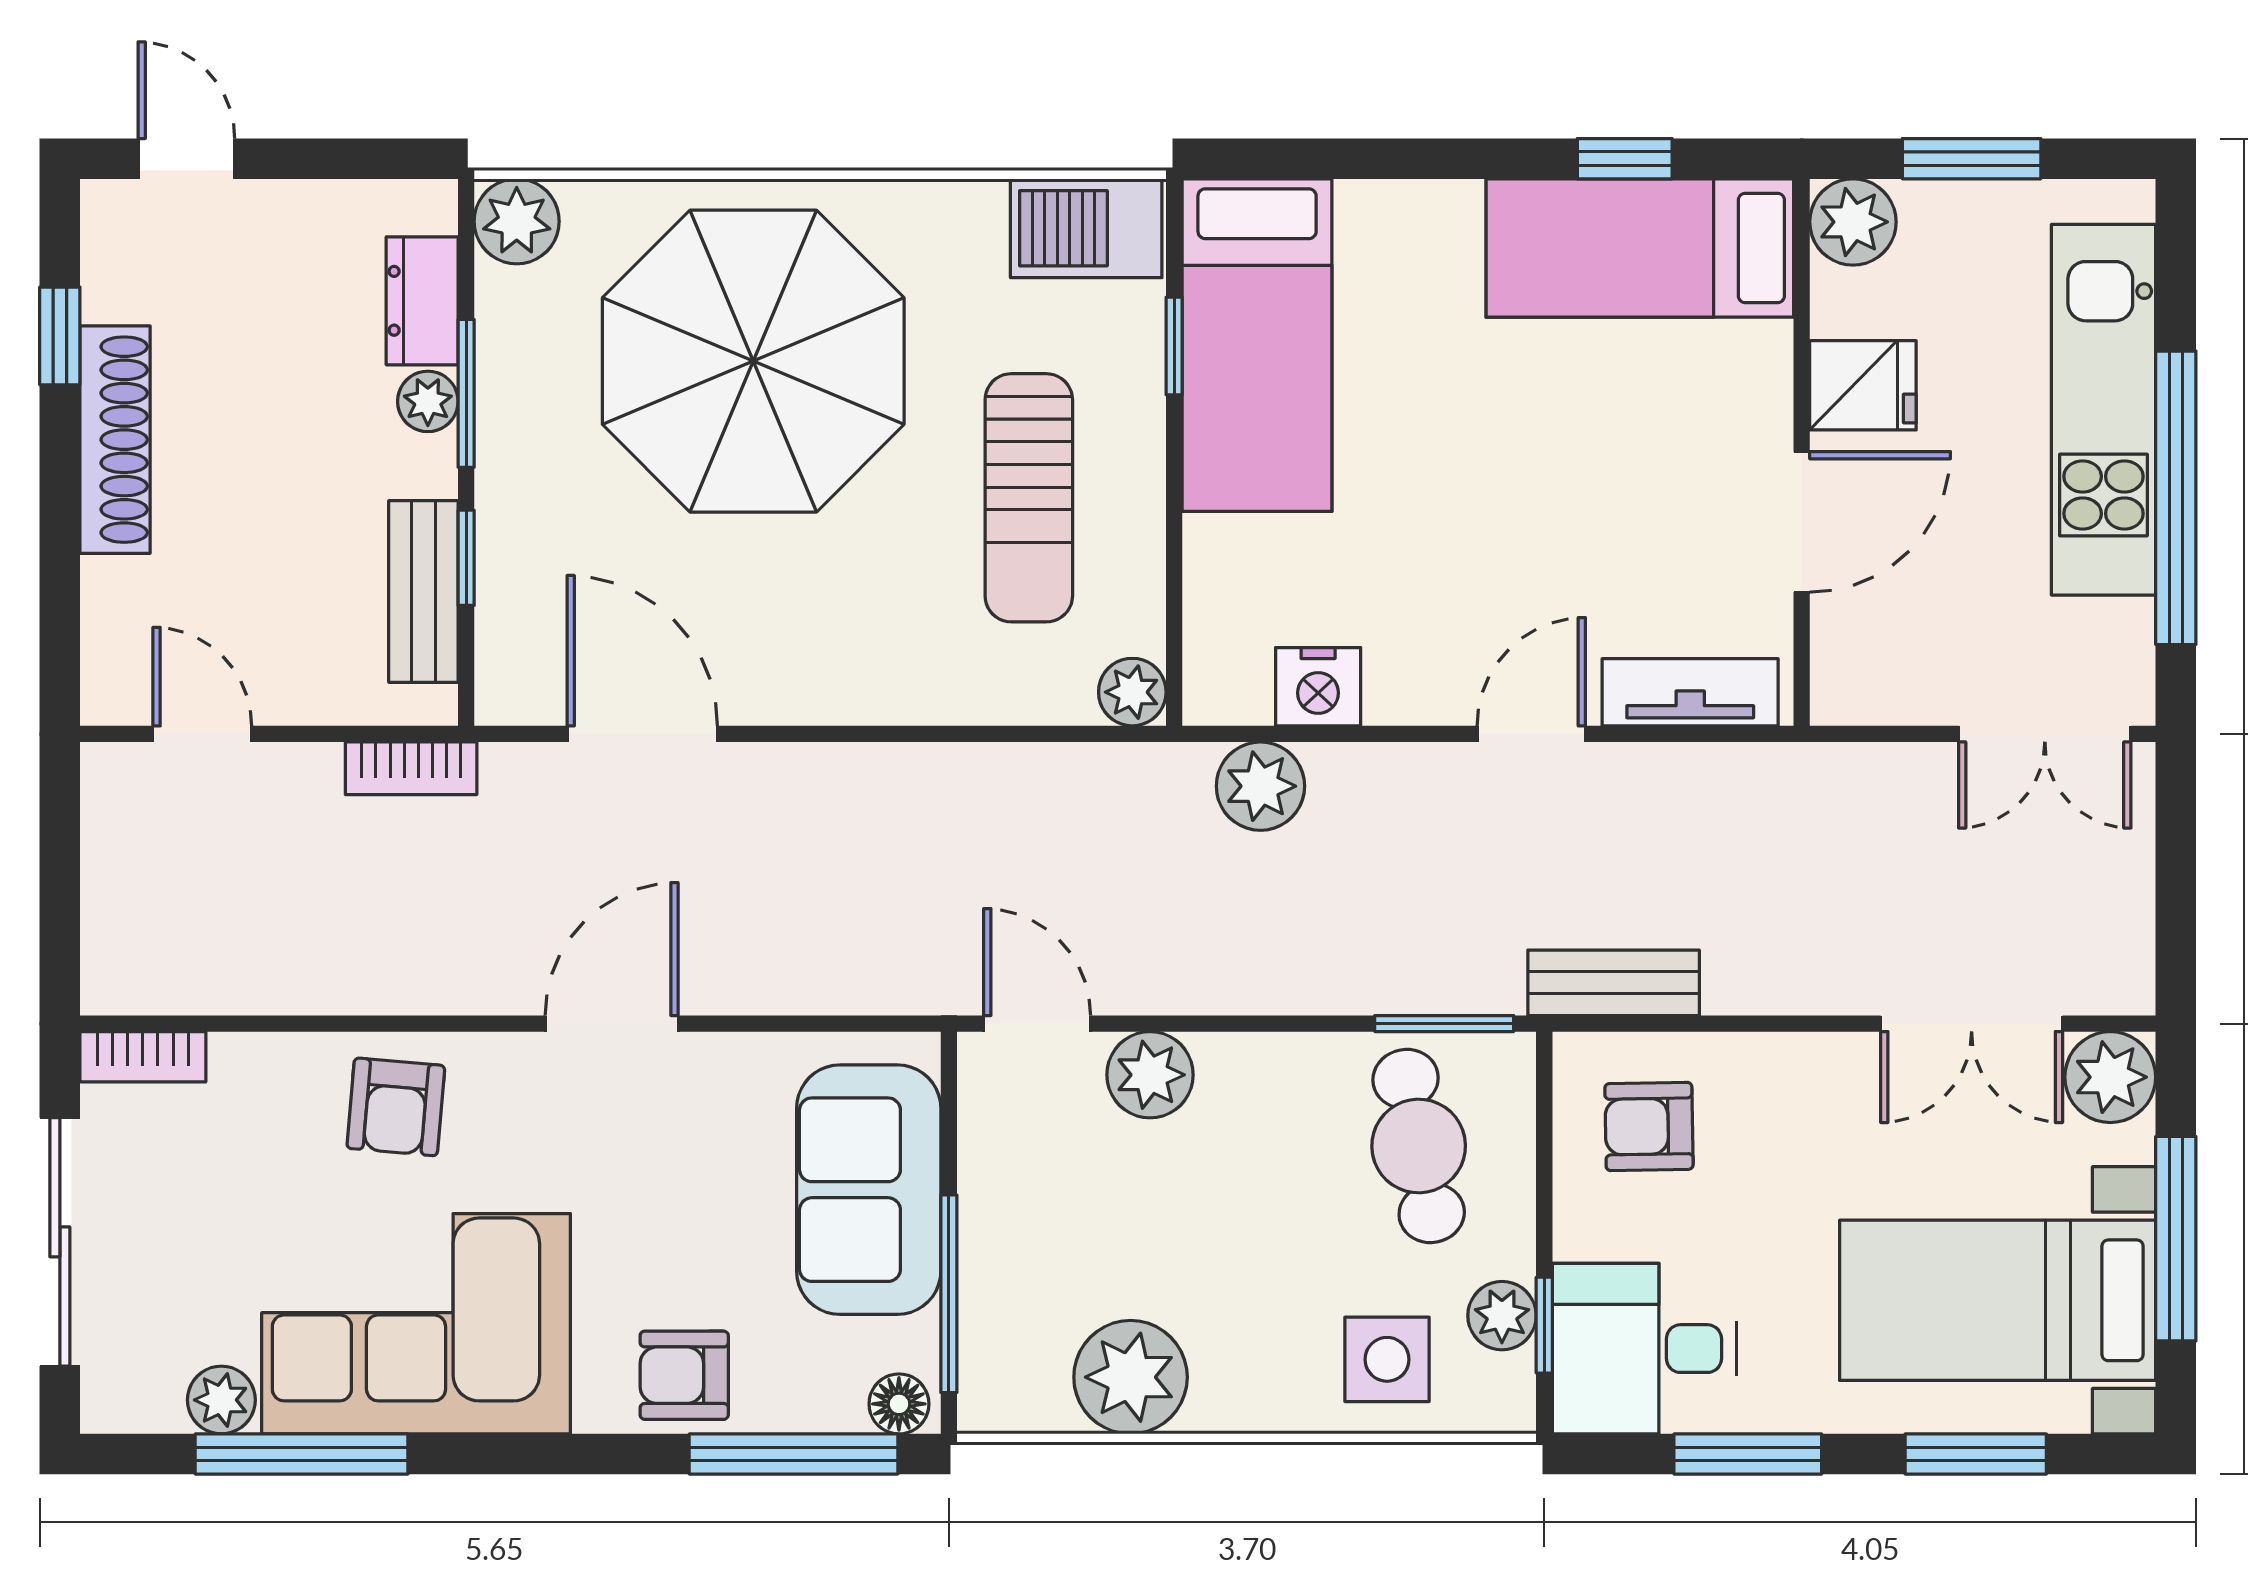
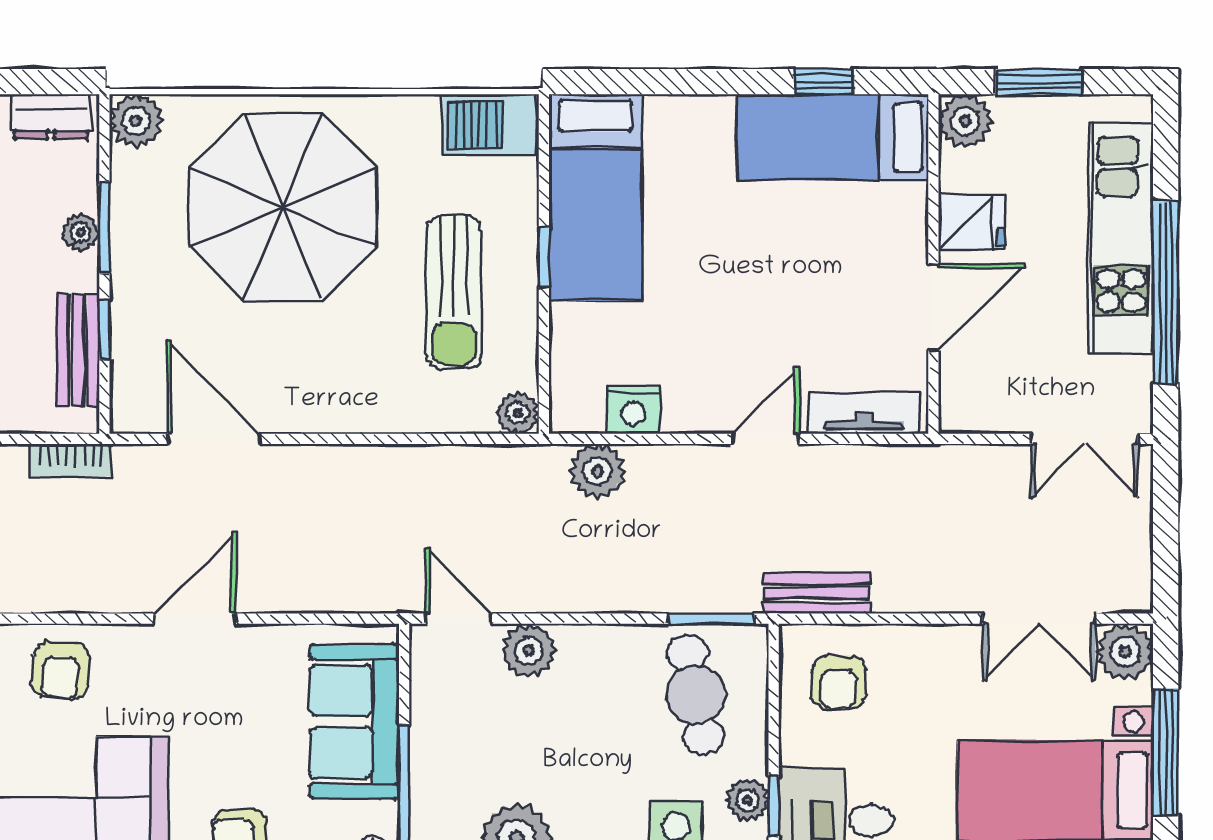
dresser: (422, 301) -> (51, 117), moved, turned -90
window: (1174, 346) -> (544, 257), moved
armchair: (1649, 1126) -> (839, 682), turned -89

